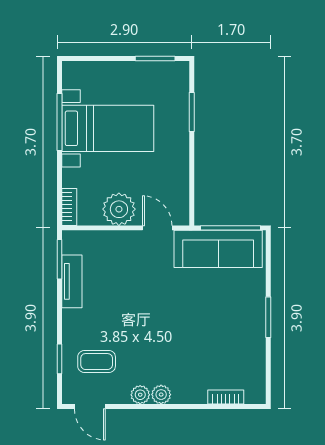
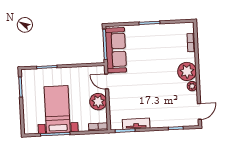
door: (157, 228) -> (107, 82), hinge flipped
coffee table: (97, 362) -> (176, 109), removed
plant: (161, 395) -> (187, 71), width x1.87, depth x1.87

